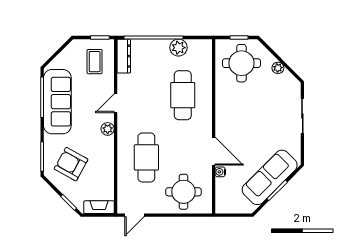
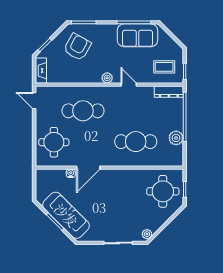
plant: (278, 68) -> (147, 234), moved
sofa: (57, 102) -> (137, 35), width x0.73

